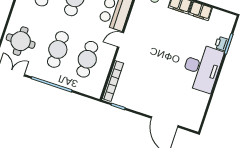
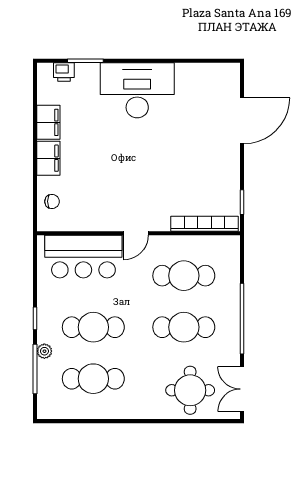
door: (121, 40) -> (136, 233), hinge flipped
printer: (222, 44) -> (64, 72), moved

